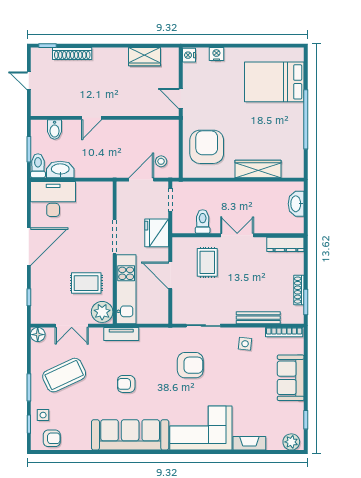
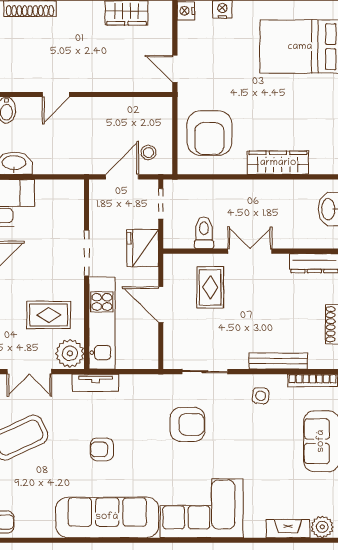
armchair: (207, 147) -> (209, 133), turned 180
fireplace: (249, 443) -> (288, 529), moved

